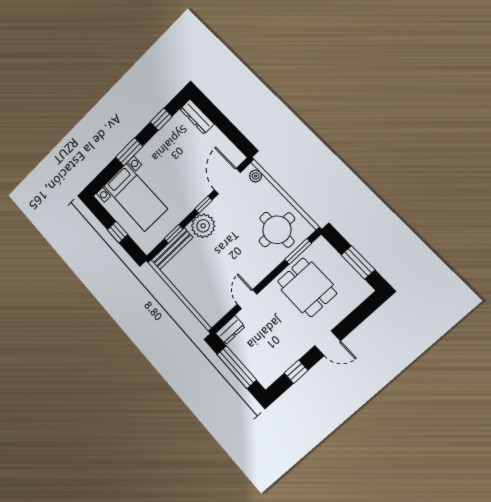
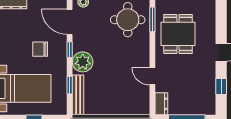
chair: (181, 179) -> (40, 49), added
dining table: (307, 287) -> (178, 34), turned 90

